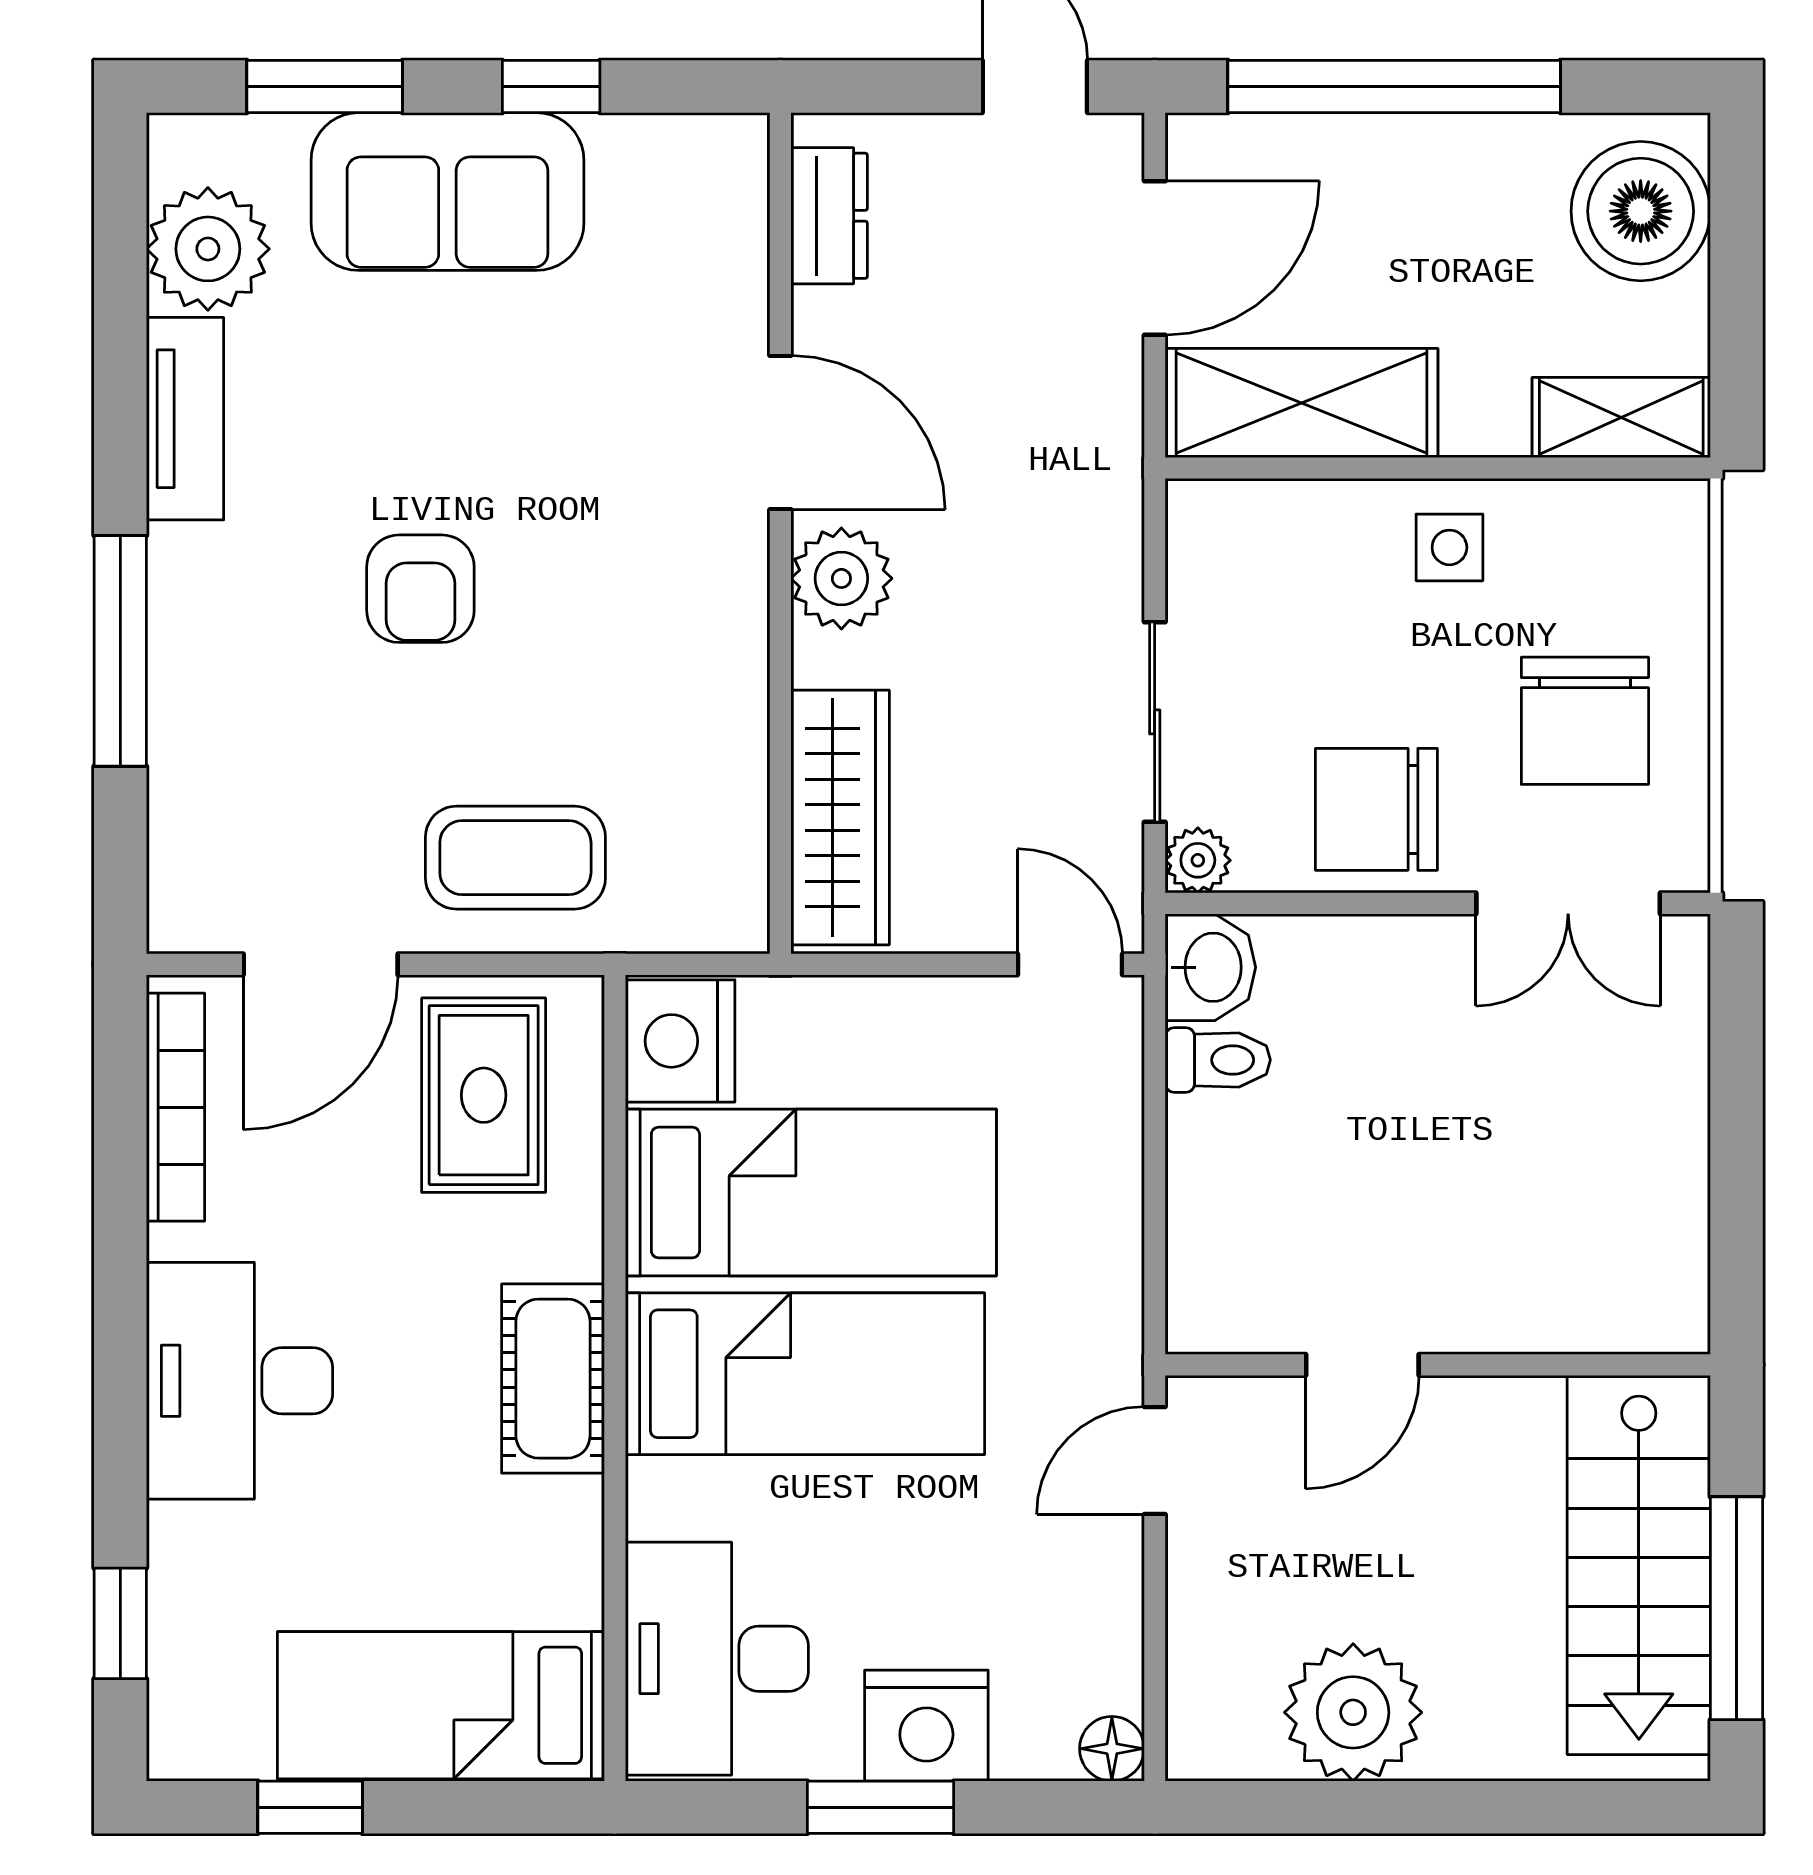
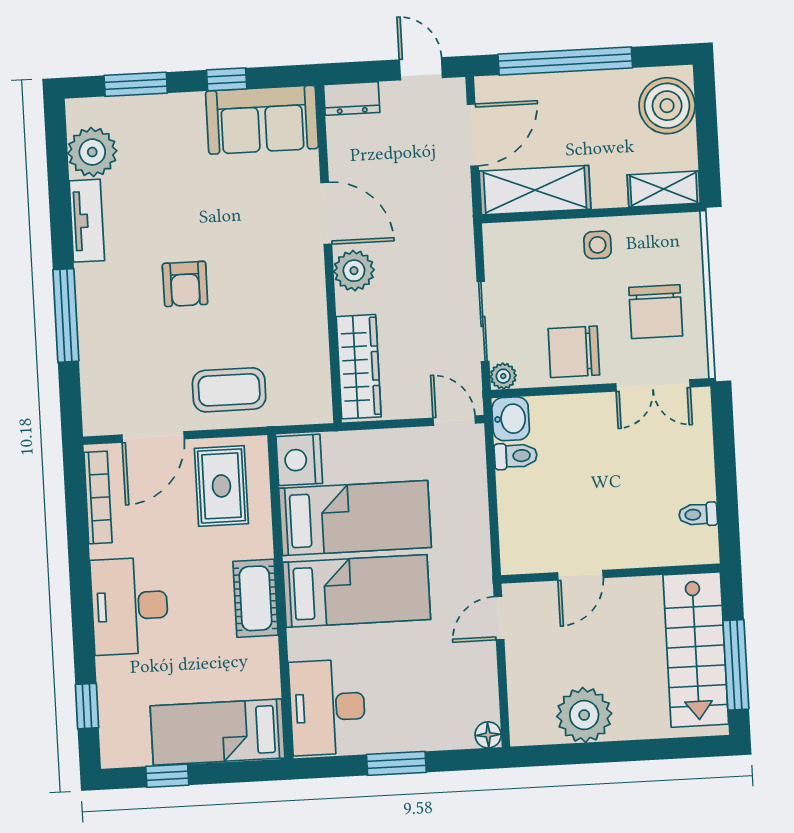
sofa: (447, 192) -> (262, 120), moved
dresser: (829, 216) -> (352, 99), moved, turned 90
toilet: (1663, 1230) -> (698, 514), added
nightstand: (926, 1726) -> (413, 730), removed

